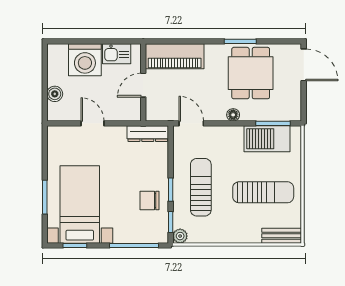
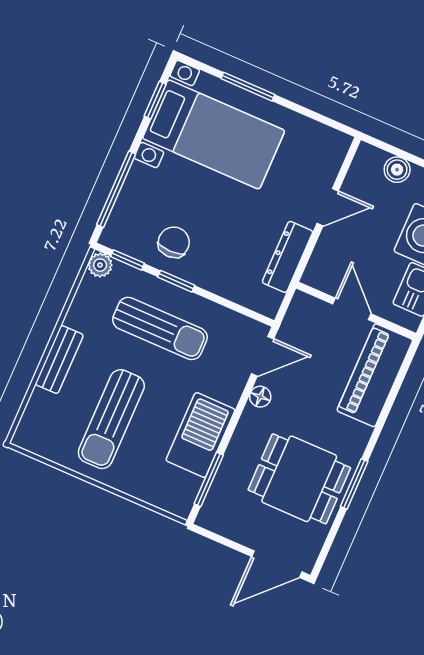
floor lamp: (233, 115) -> (260, 397), moved
dresser: (148, 134) -> (288, 257), moved
barbecue: (267, 139) -> (200, 435), moved
bench: (282, 236) -> (59, 360), moved

